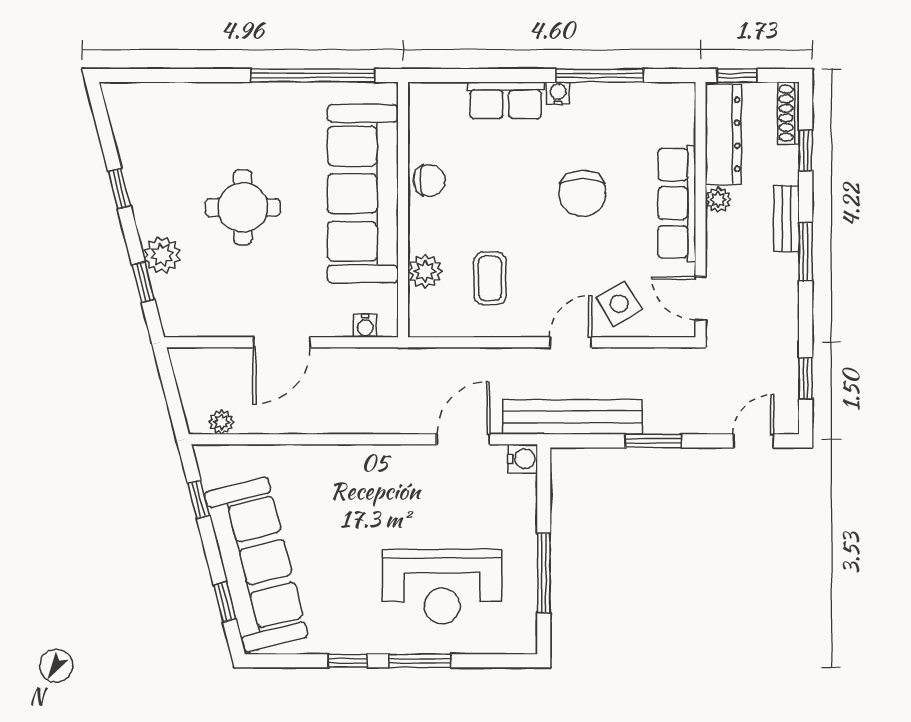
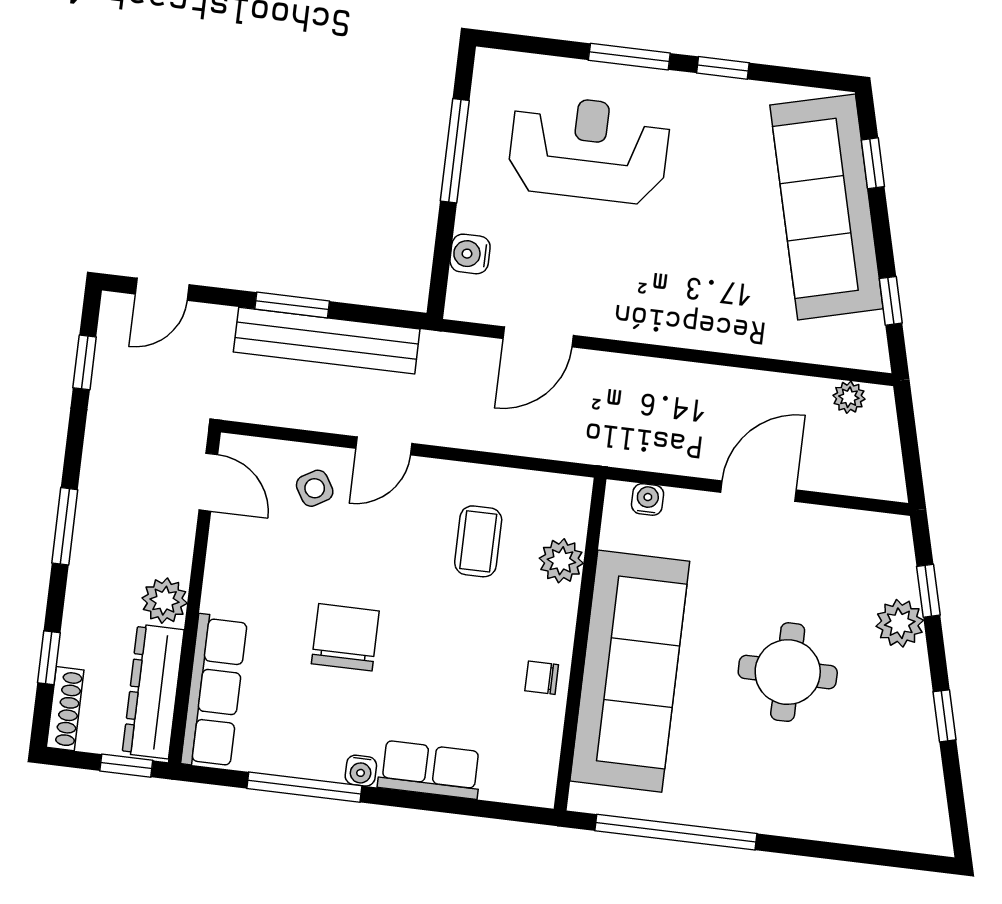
chair: (429, 180) -> (542, 678), width x0.73, depth x0.73
plant: (718, 200) -> (165, 601), width x1.38, depth x1.38
row of seats: (677, 203) -> (214, 691), moved
bench: (786, 219) -> (84, 572), removed
side table: (619, 304) -> (315, 488), width x0.73, depth x0.73
bench: (572, 417) -> (327, 341), moved
water cooler: (523, 459) -> (470, 254), moved

